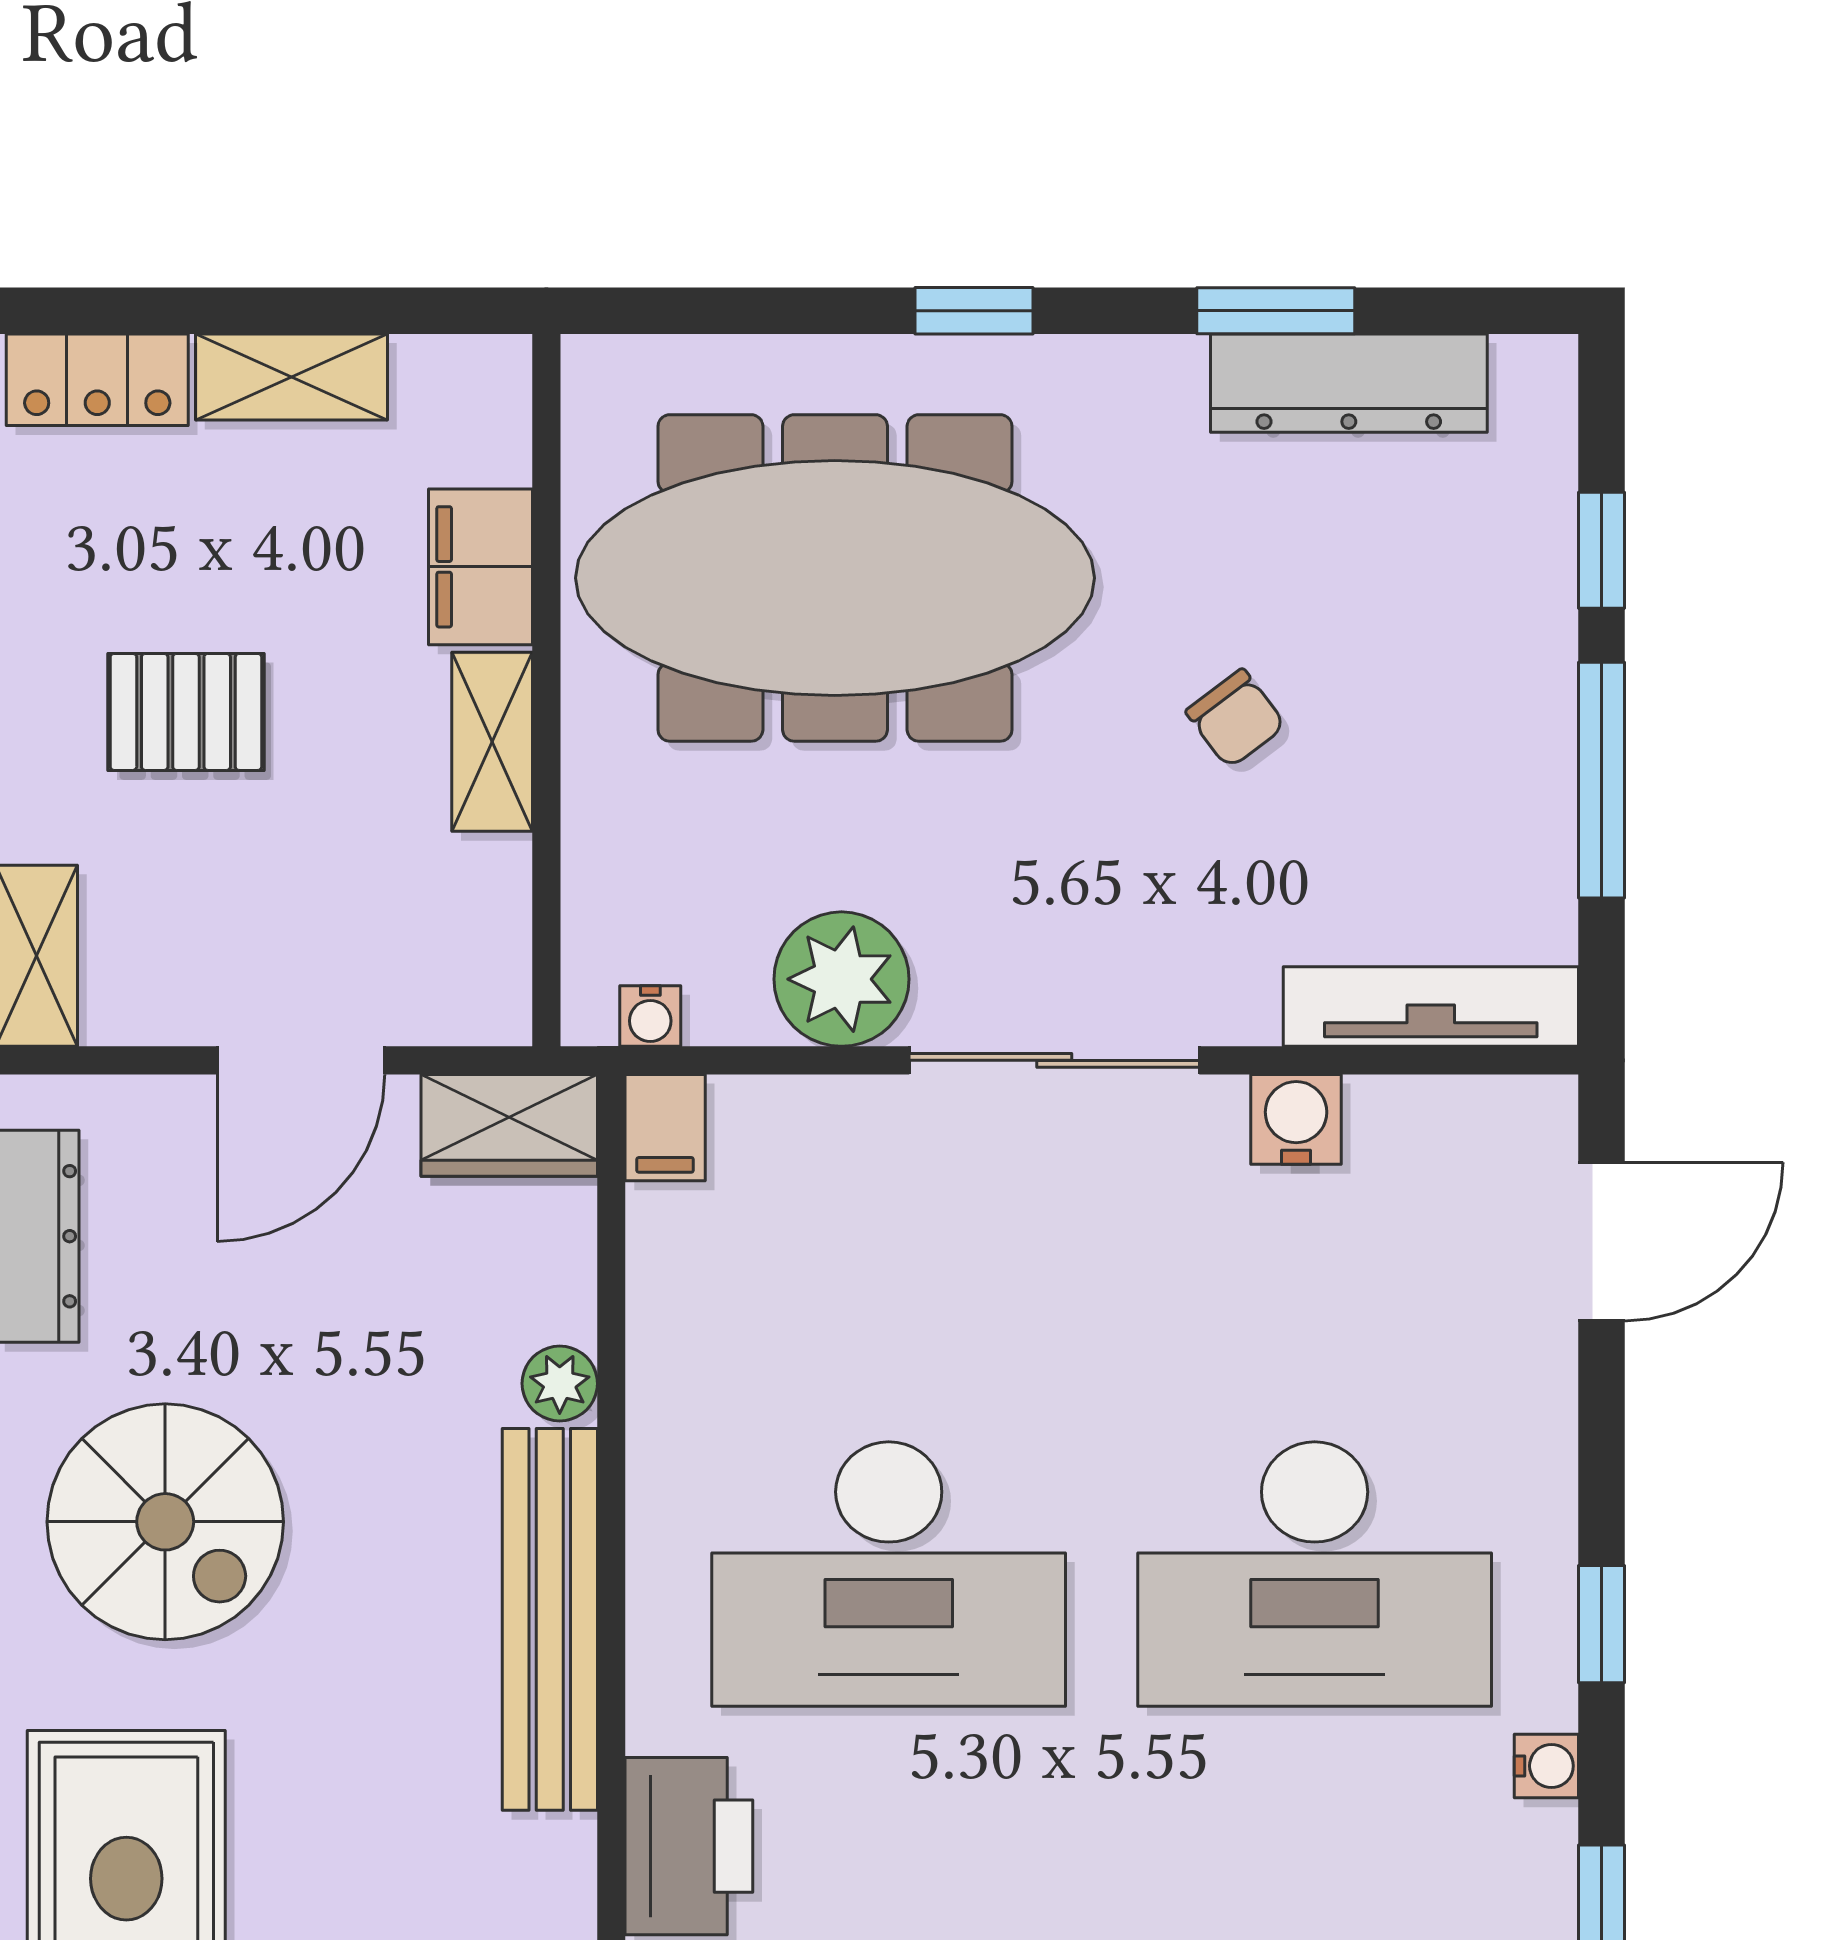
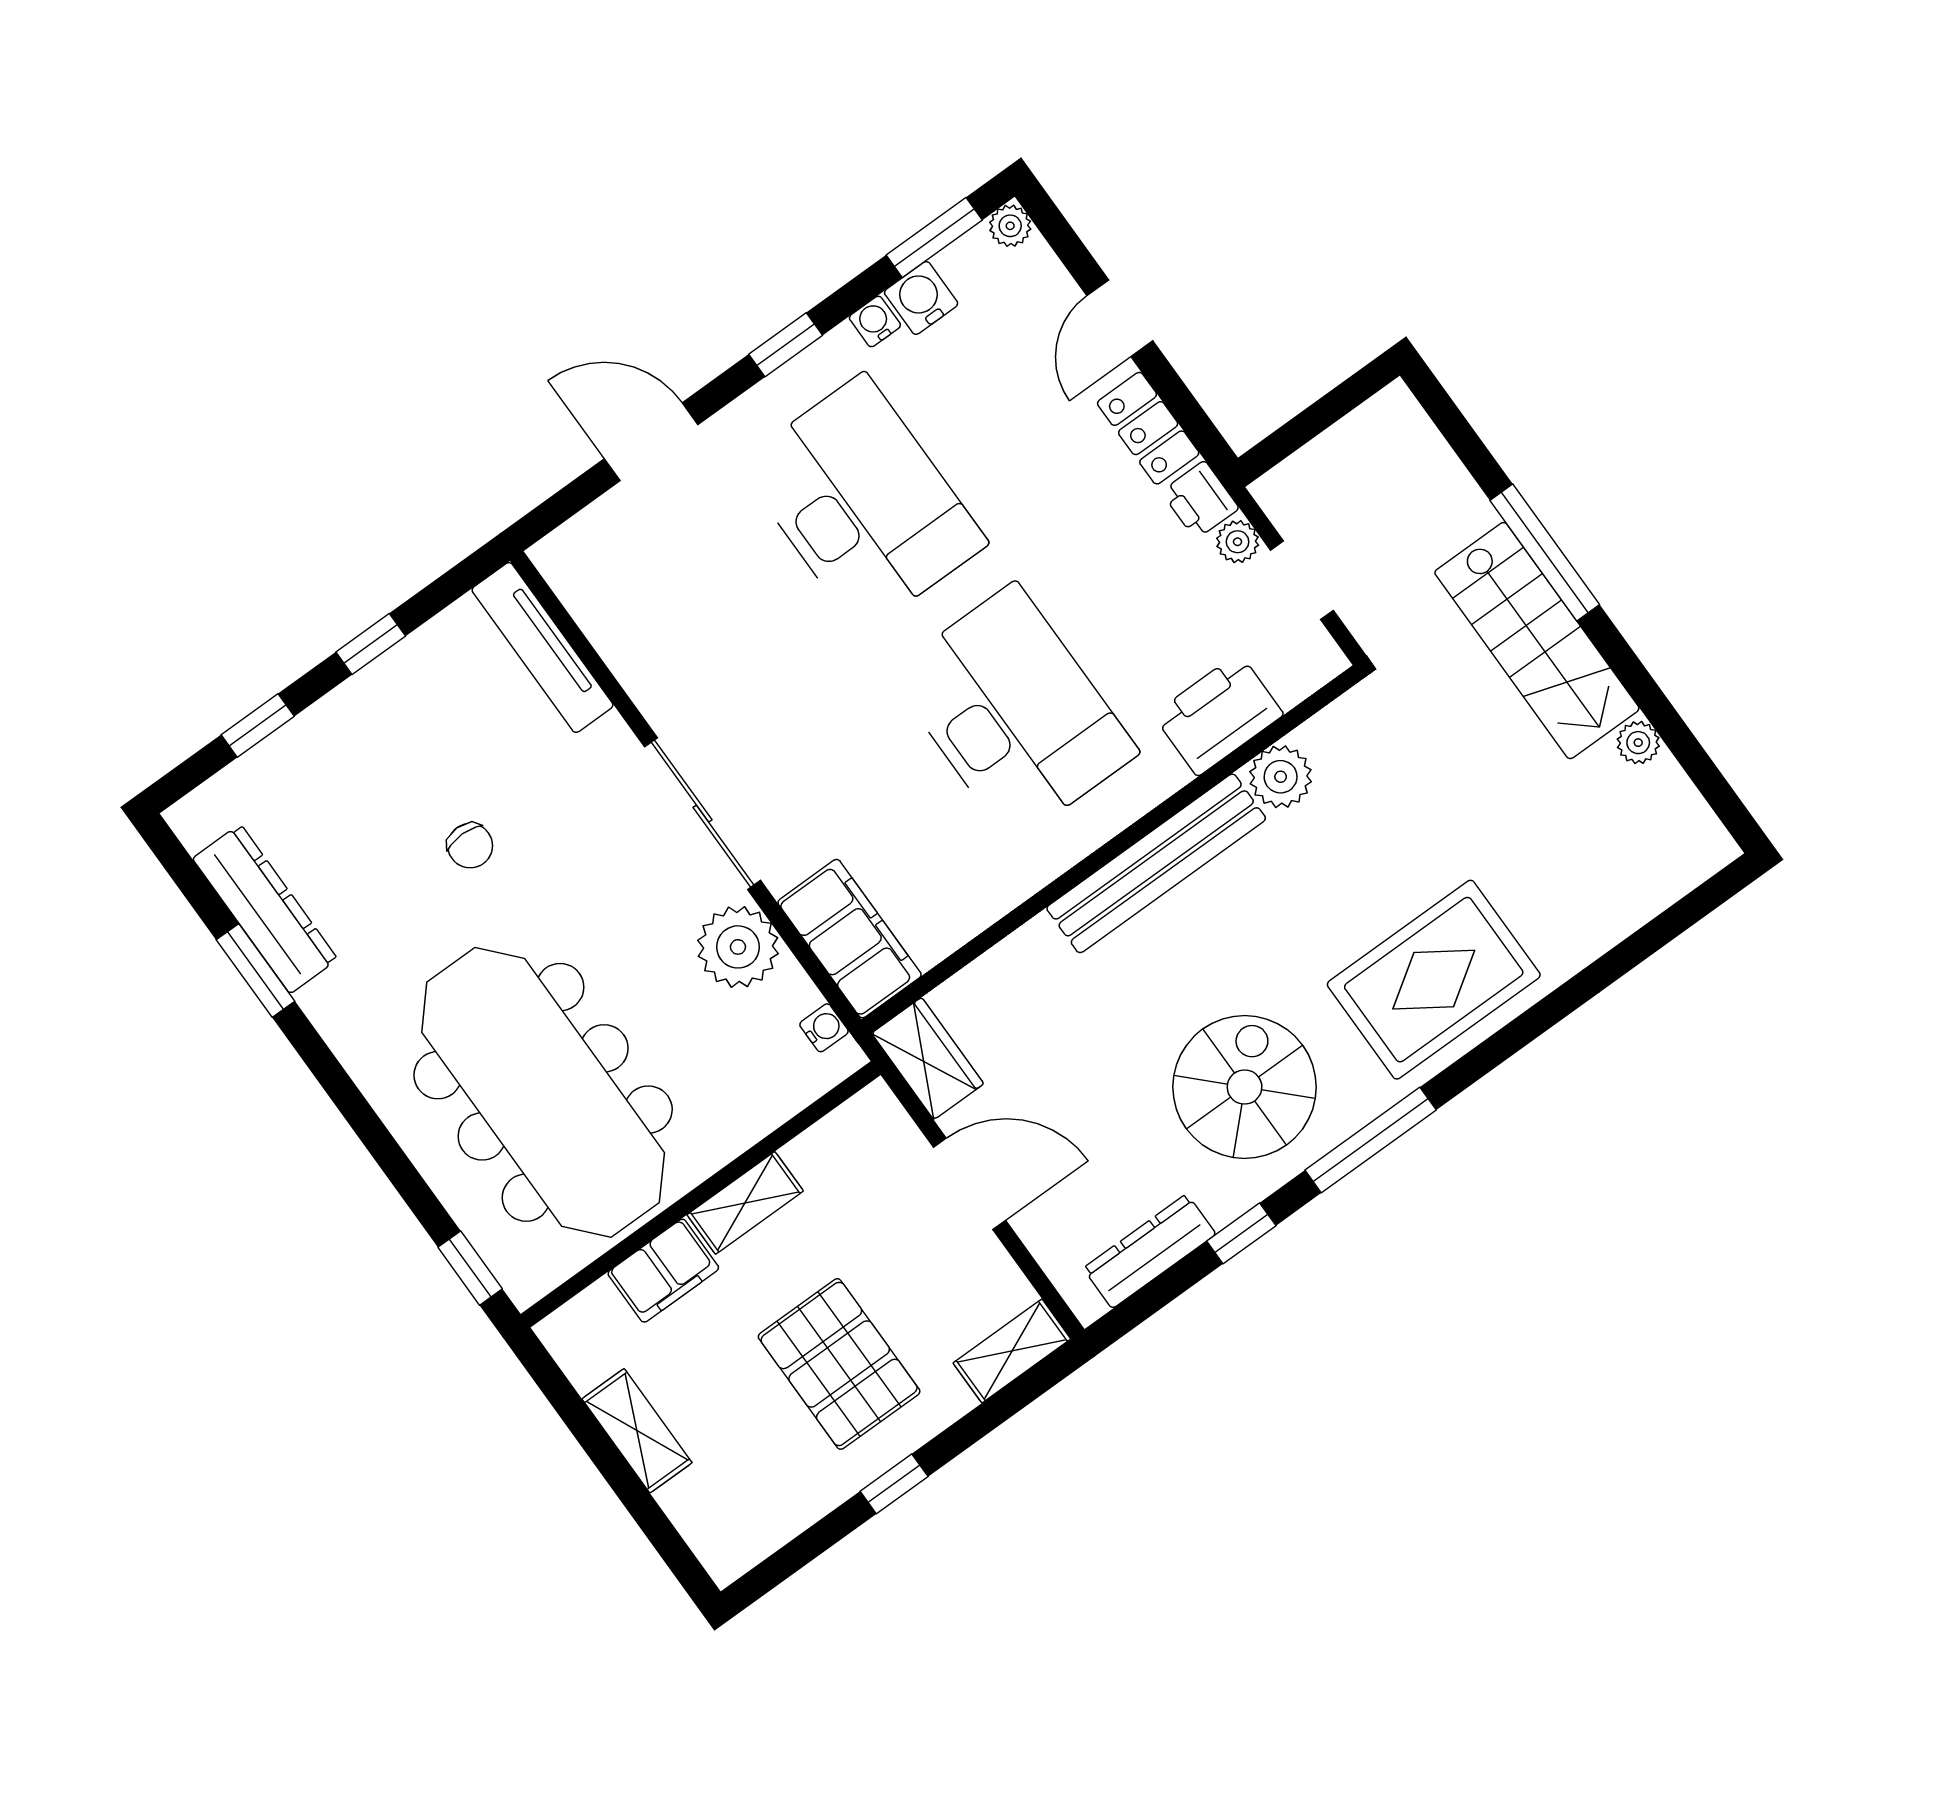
window: (974, 311) -> (470, 1268), moved
locker: (97, 380) -> (707, 1525), removed
pallet: (186, 712) -> (839, 1364), width x1.50, depth x1.42
chair: (1236, 718) -> (470, 846), turned 127
window: (1601, 780) -> (371, 644), width x0.46
water cooler: (1296, 1119) -> (921, 298), moved, turned 90
filing cabinet: (665, 1128) -> (850, 939), width x3.00, depth x1.17
door: (1601, 1242) -> (651, 442), moved
plant: (560, 1383) -> (1281, 777), moved, width x1.38, depth x1.38

